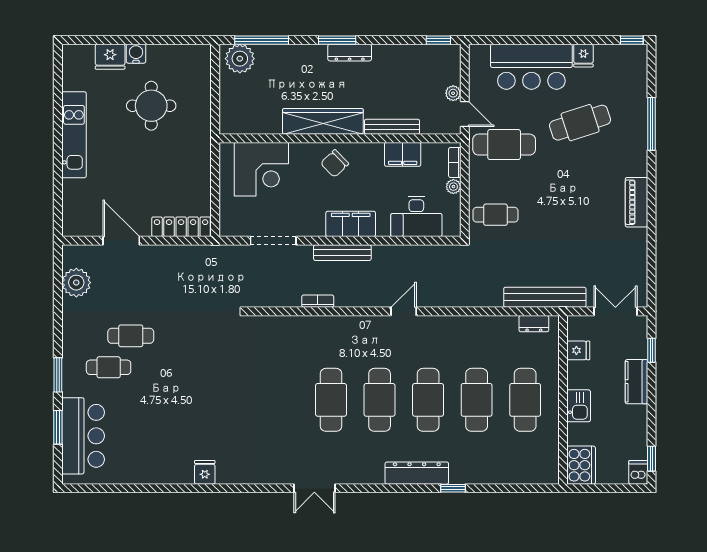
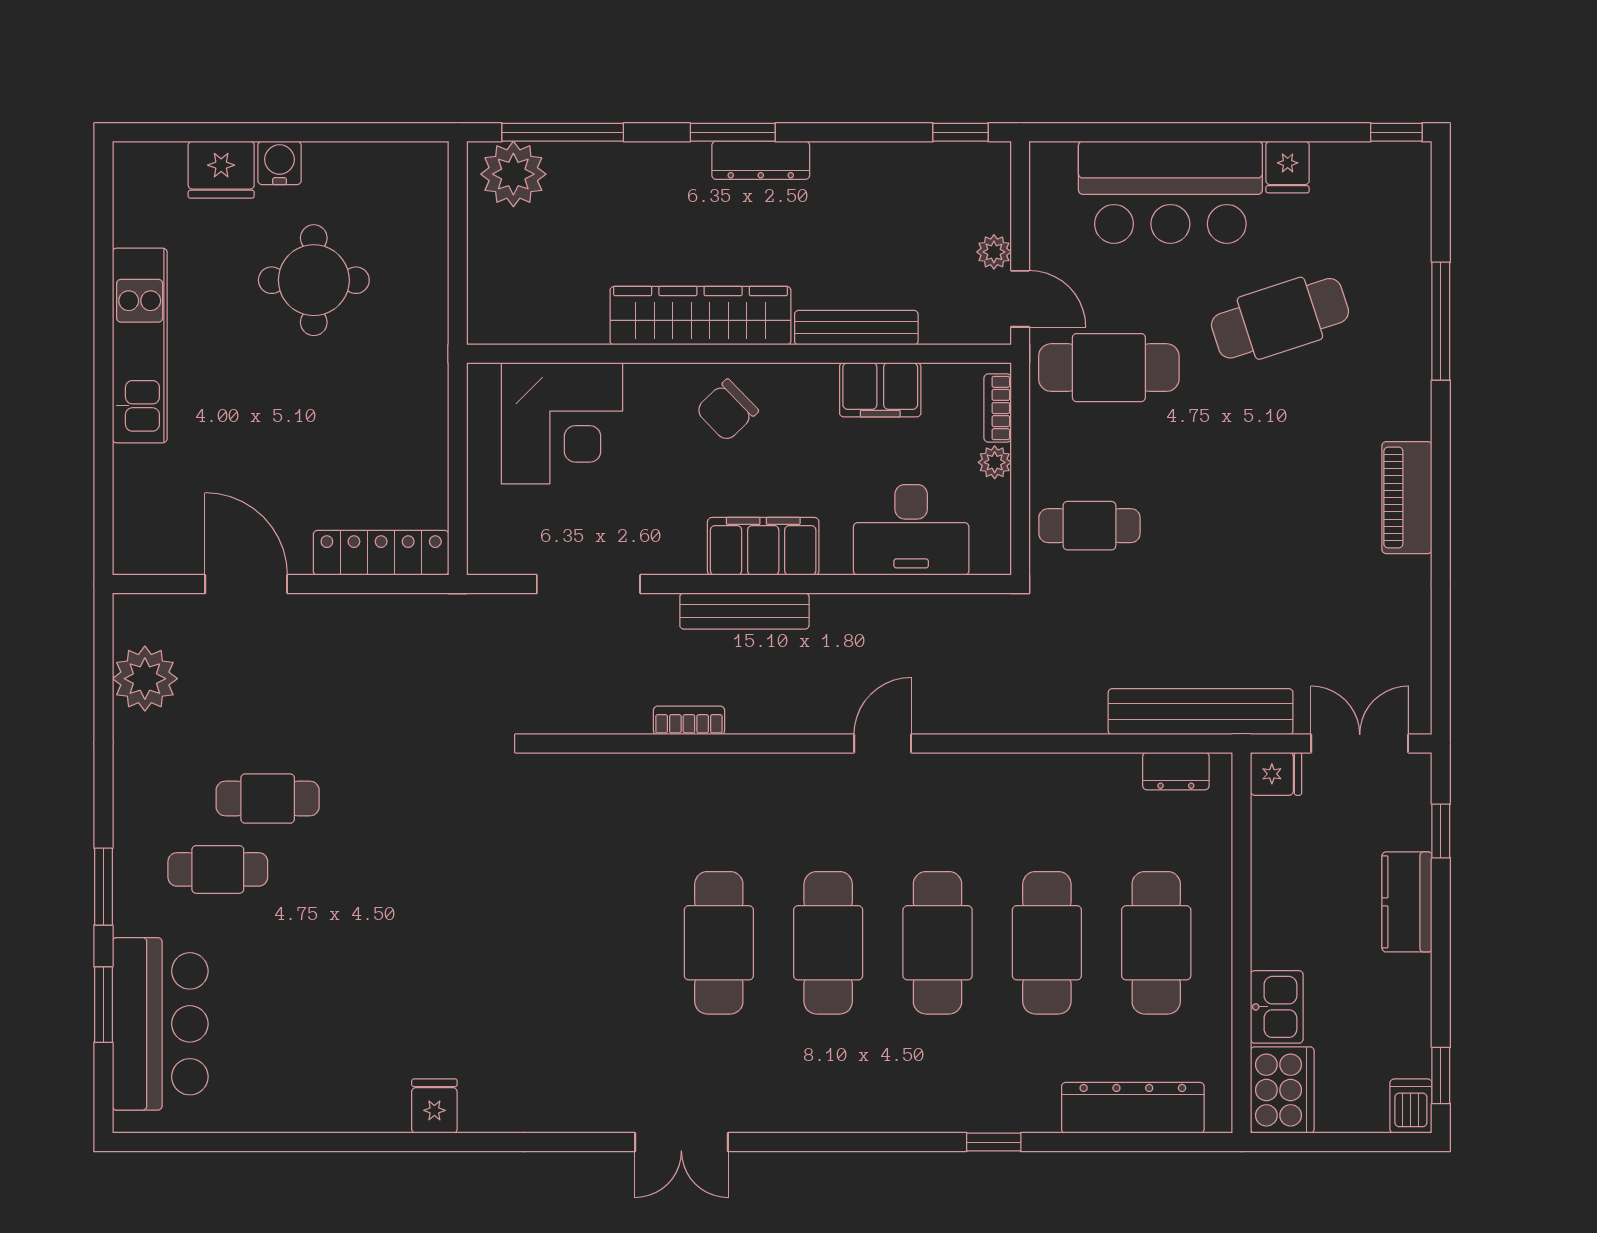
fridge: (578, 350) -> (1276, 774), moved
kitchen sink: (579, 406) -> (1277, 1007), moved
dresser: (417, 473) -> (1133, 1108), moved

